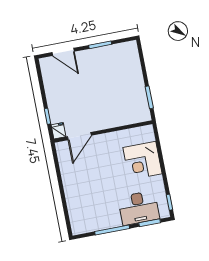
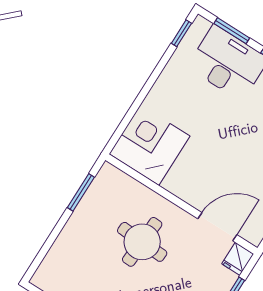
round table: (105, 101) -> (142, 242), added
corner desk: (142, 161) -> (149, 145), moved, turned -90

